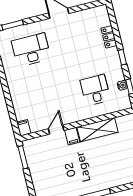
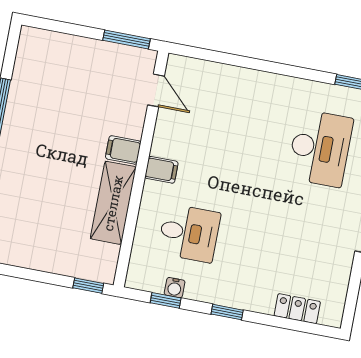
locker: (109, 37) -> (297, 309), moved
filing cabinet: (24, 128) -> (161, 170), moved
door: (56, 130) -> (156, 90), moved

